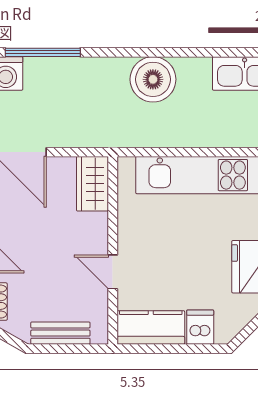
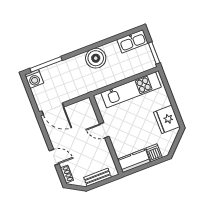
wardrobe: (93, 184) -> (87, 111), removed
door: (113, 272) -> (104, 130), moved

